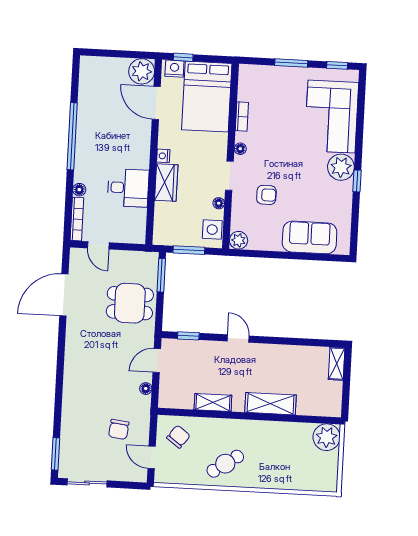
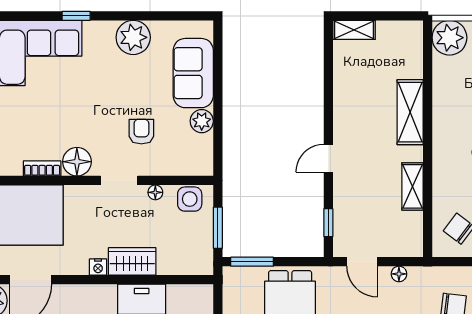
floor lamp: (240, 149) -> (77, 162), width x1.89, depth x1.89
plant: (341, 167) -> (133, 37), moved
window: (357, 181) -> (76, 16), moved
plant: (239, 240) -> (202, 121), moved

